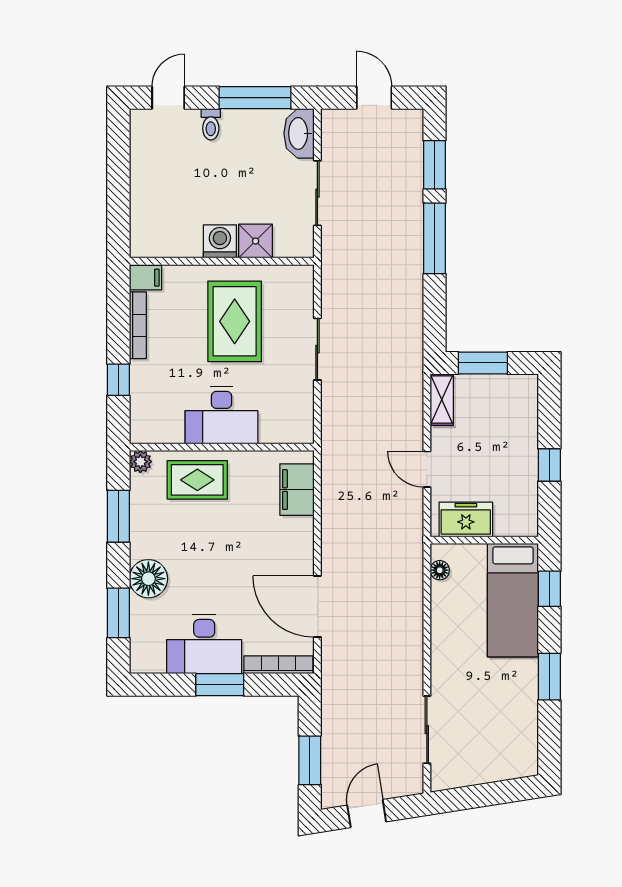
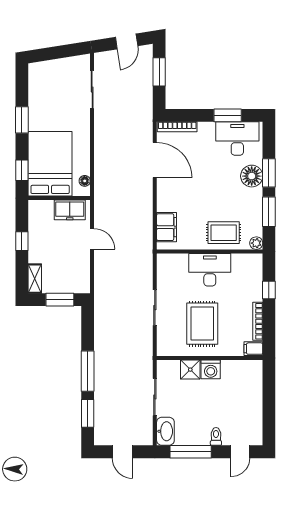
shelving: (442, 400) -> (35, 279), moved
bed: (513, 600) -> (50, 164), width x1.50
window: (118, 613) -> (269, 173), moved
desk: (204, 644) -> (237, 138), moved
window: (220, 685) -> (228, 115), moved

